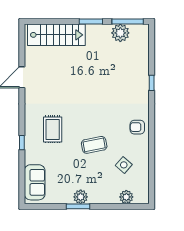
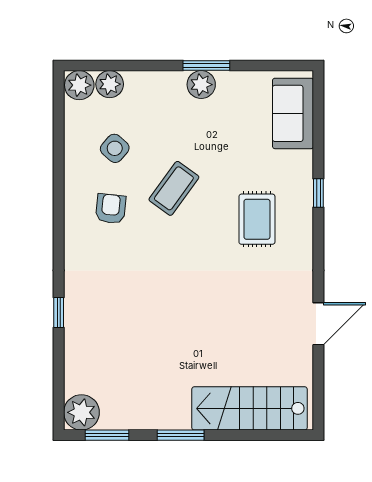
window: (128, 21) -> (107, 435), width x0.69
plant: (120, 33) -> (81, 412), moved
armchair: (137, 127) -> (111, 209), moved, turned -84
coffee table: (94, 145) -> (174, 188), turned -43
plant: (141, 196) -> (79, 85), added

